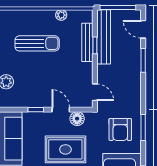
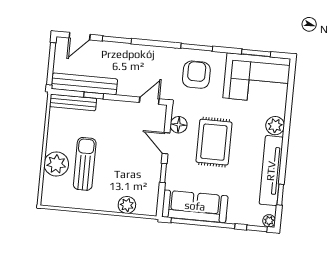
plant: (61, 15) -> (56, 164), moved, width x1.88, depth x1.88
bench: (87, 42) -> (73, 102), moved
door: (61, 110) -> (166, 143), hinge flipped
armchair: (120, 129) -> (196, 75), turned -90

